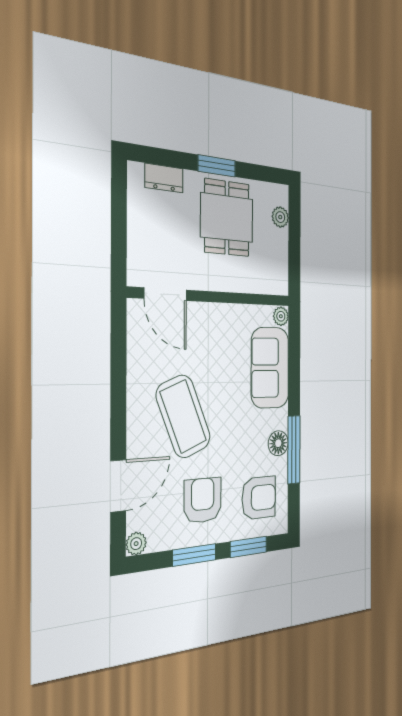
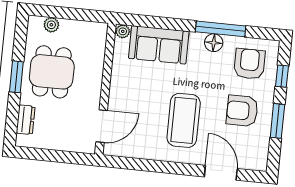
dining table: (227, 218) -> (52, 72), turned 90
coffee table: (183, 416) -> (184, 120), turned -68
plant: (136, 544) -> (260, 164), removed
window: (249, 547) -> (282, 76), width x0.67

